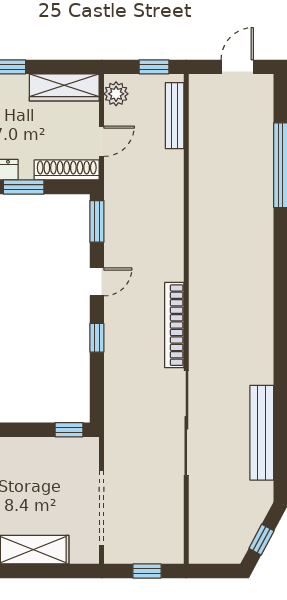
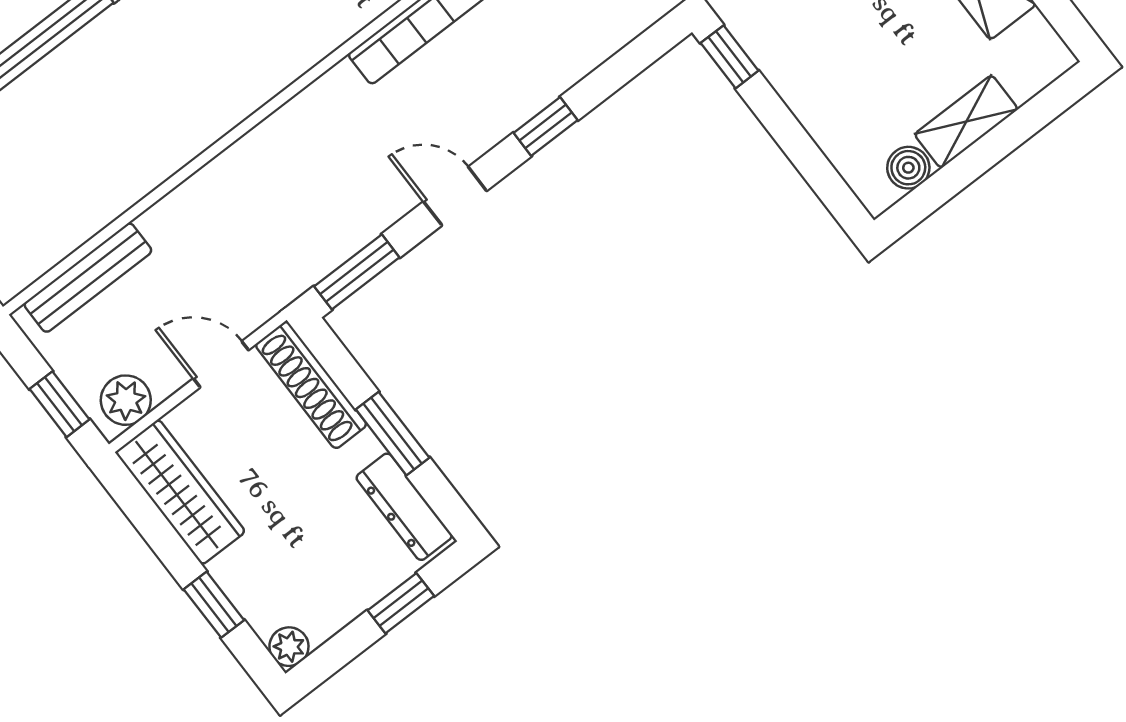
window: (154, 67) -> (59, 404), moved

